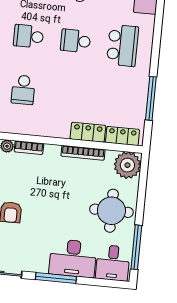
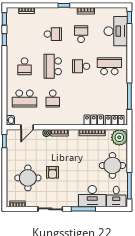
school desk: (29, 36) -> (53, 66), width x1.85
school desk: (123, 45) -> (109, 66), turned -90

